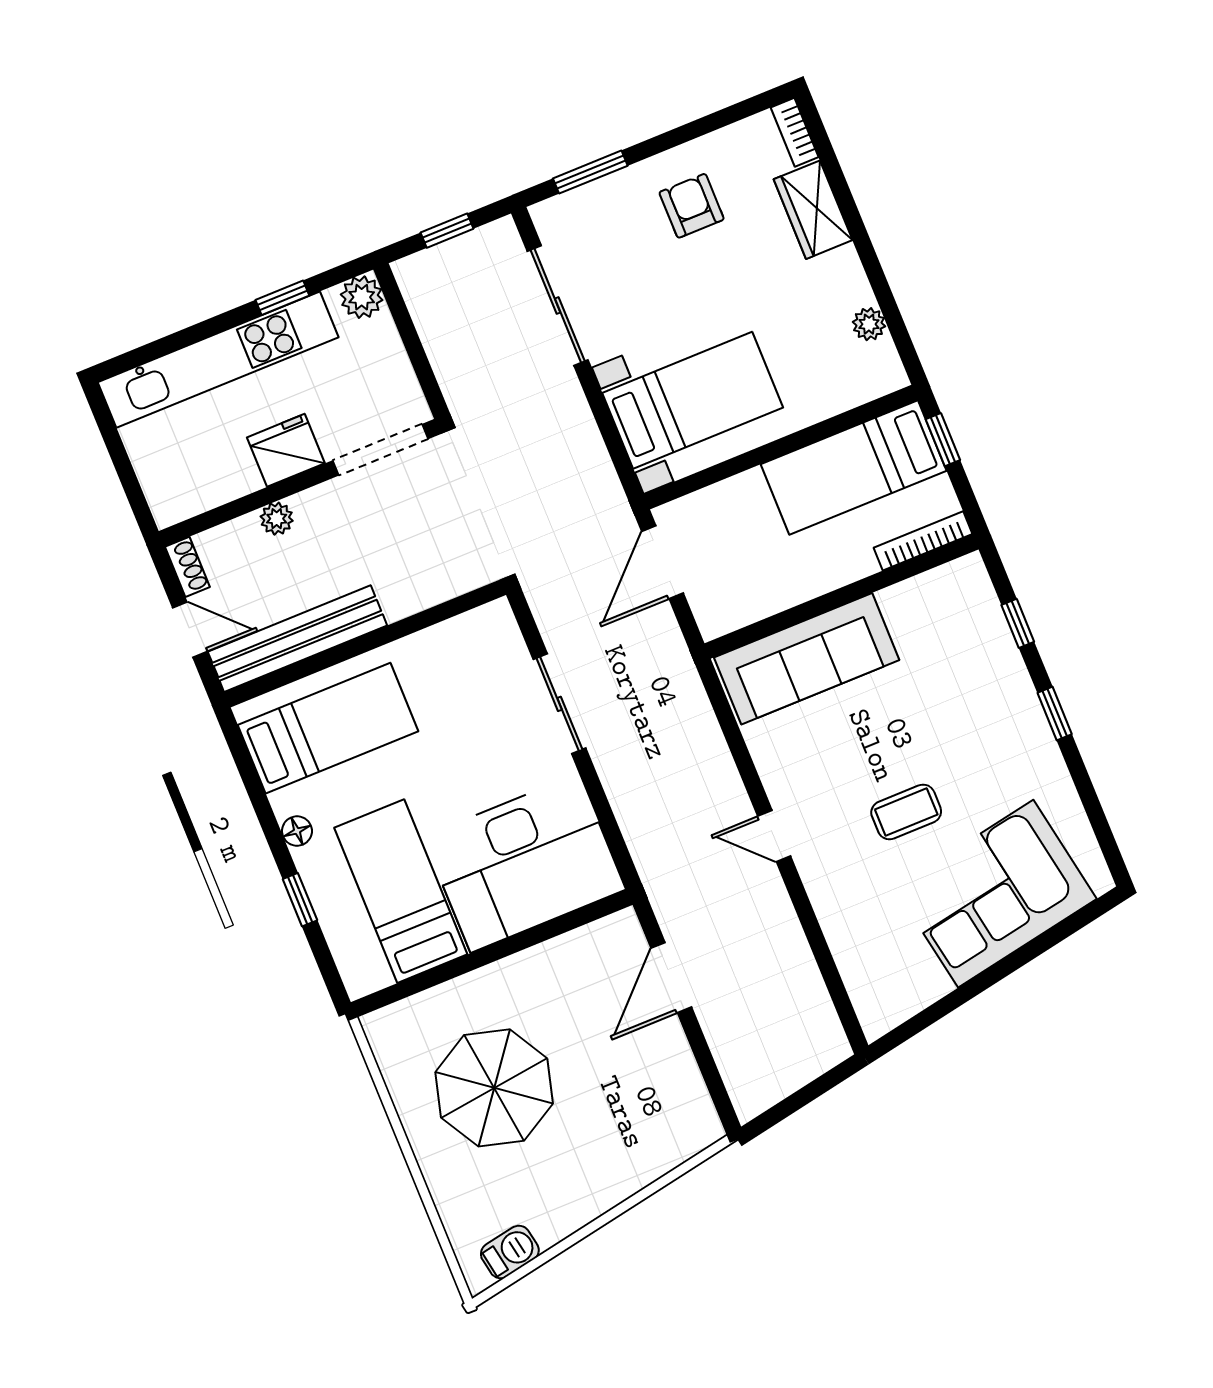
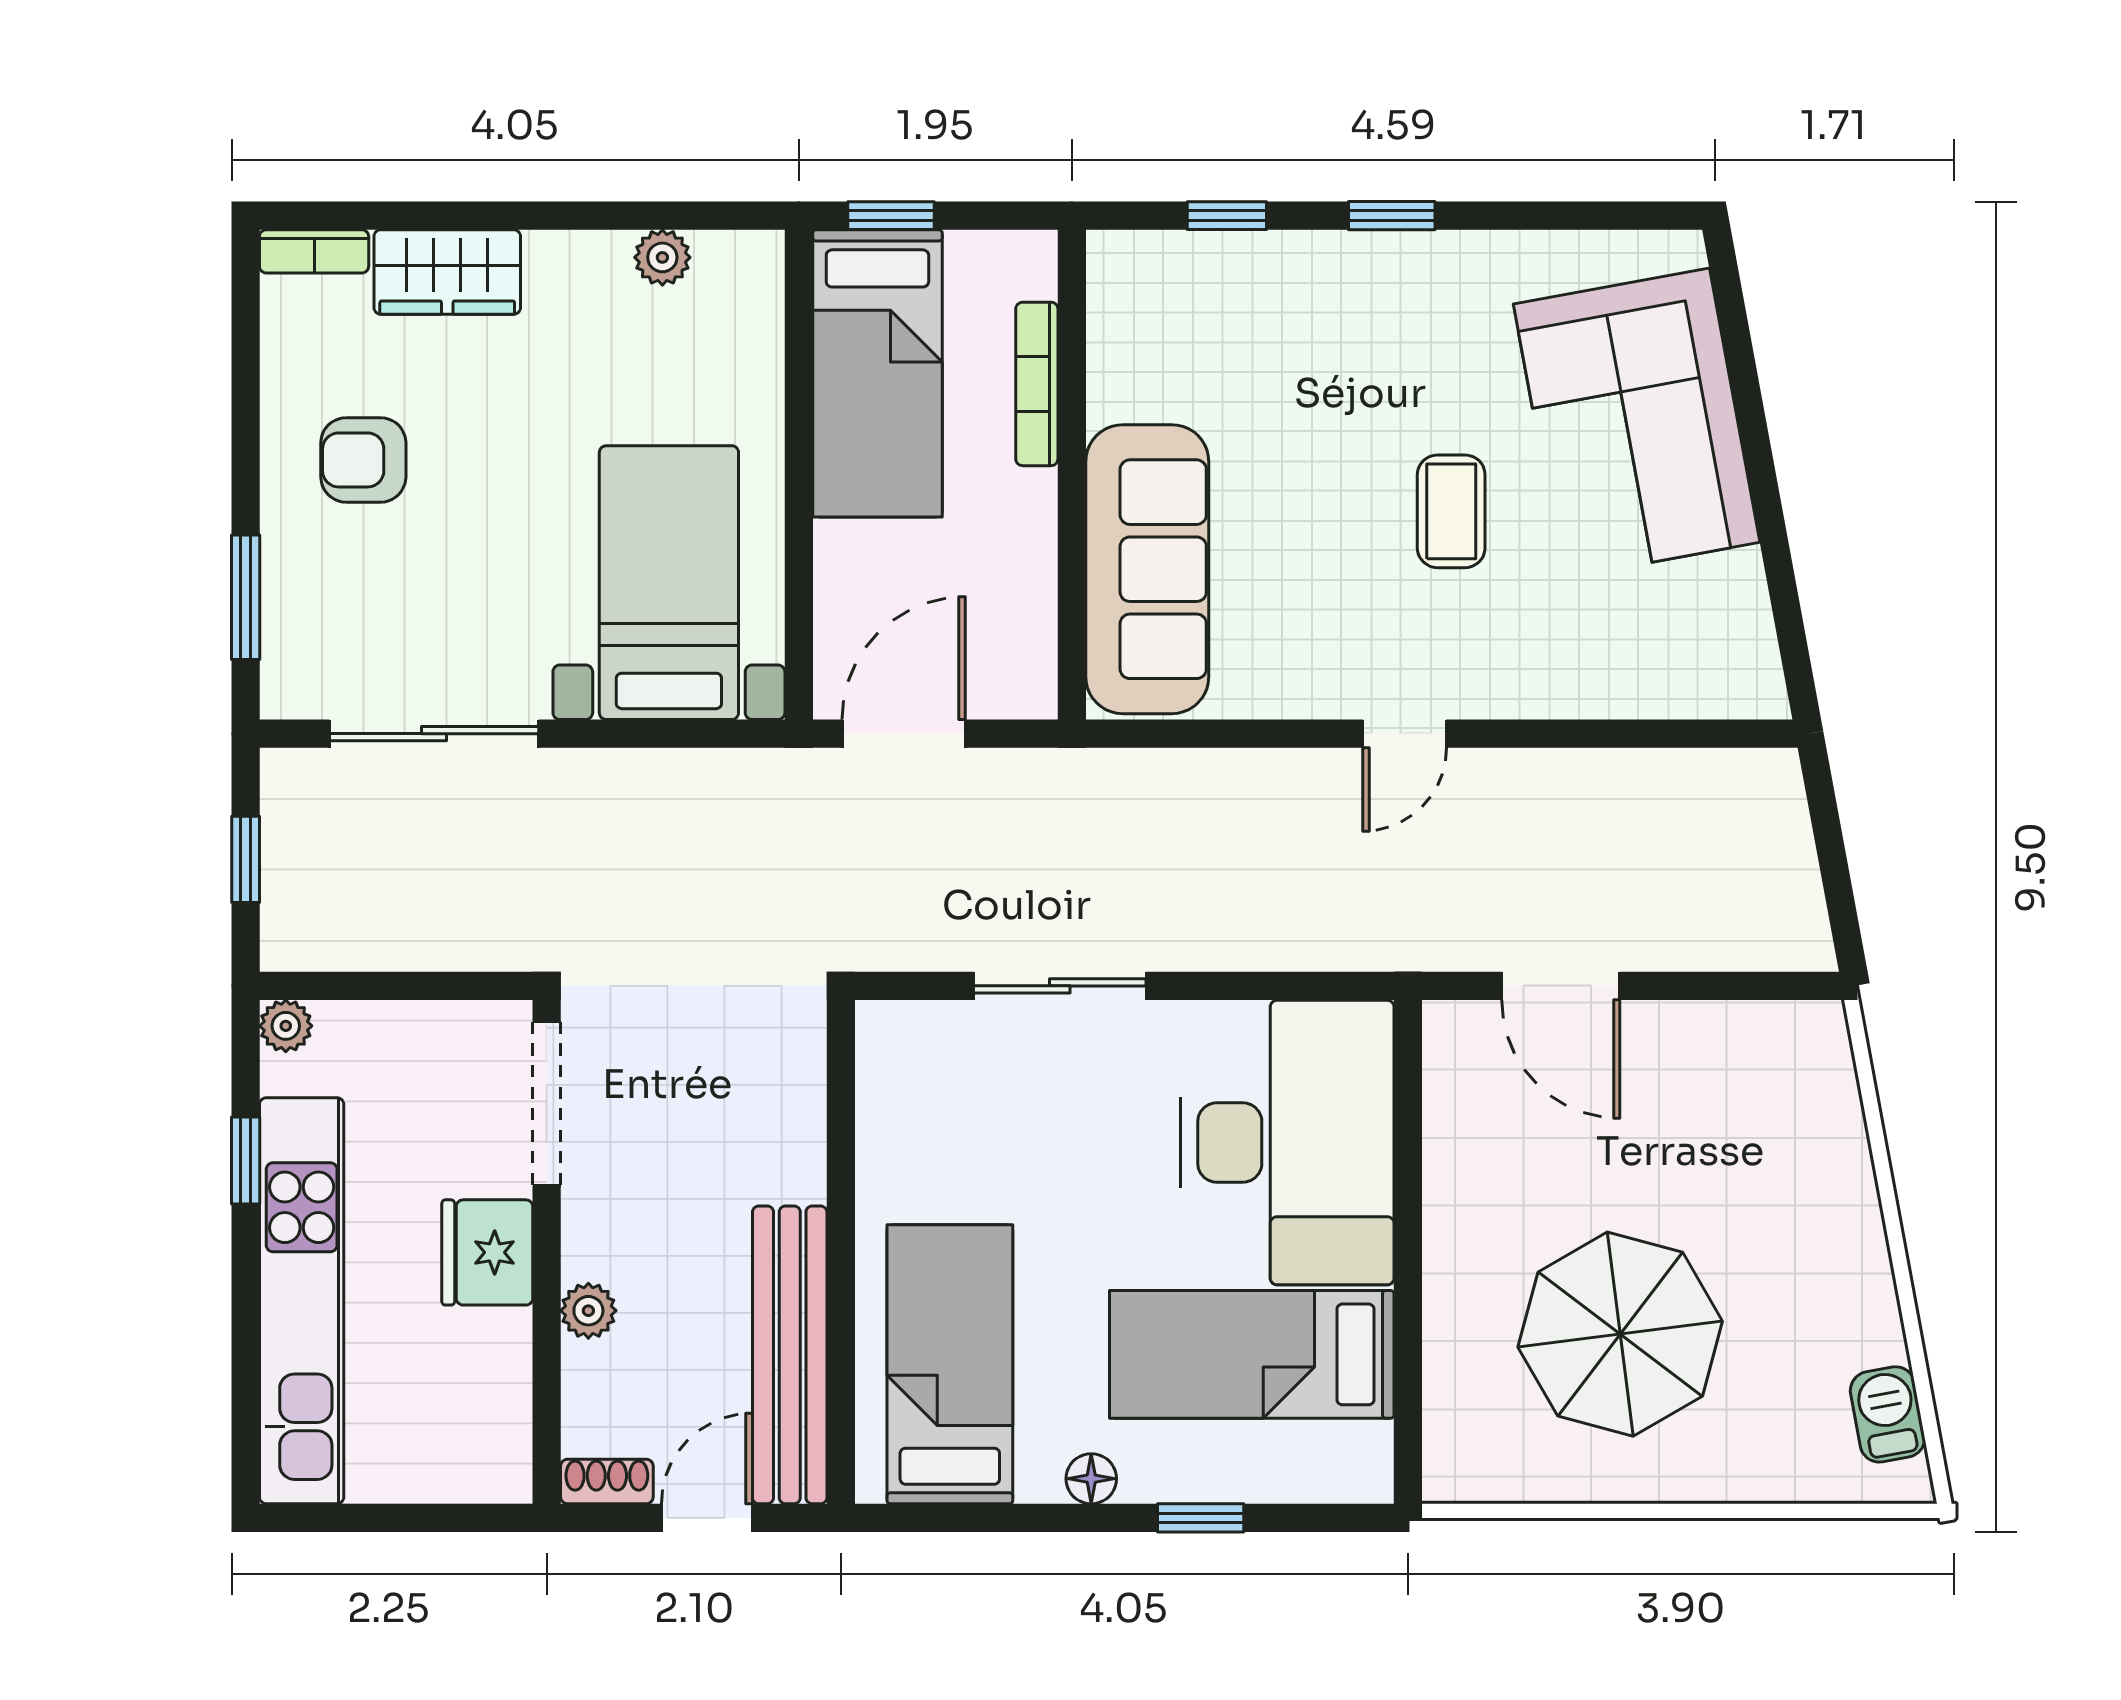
plant: (362, 297) -> (286, 1026), width x0.73, depth x0.73
bookcase: (923, 541) -> (1037, 384), moved
door: (662, 562) -> (904, 734), swing flipped

